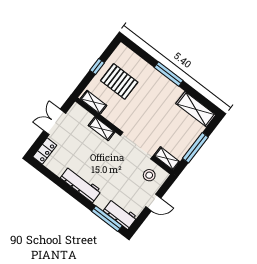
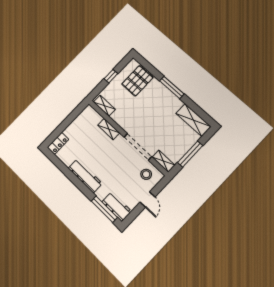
pallet: (119, 81) -> (137, 81), moved, turned 90
double door: (55, 122) -> (69, 119), removed
door: (153, 202) -> (148, 199), hinge flipped

